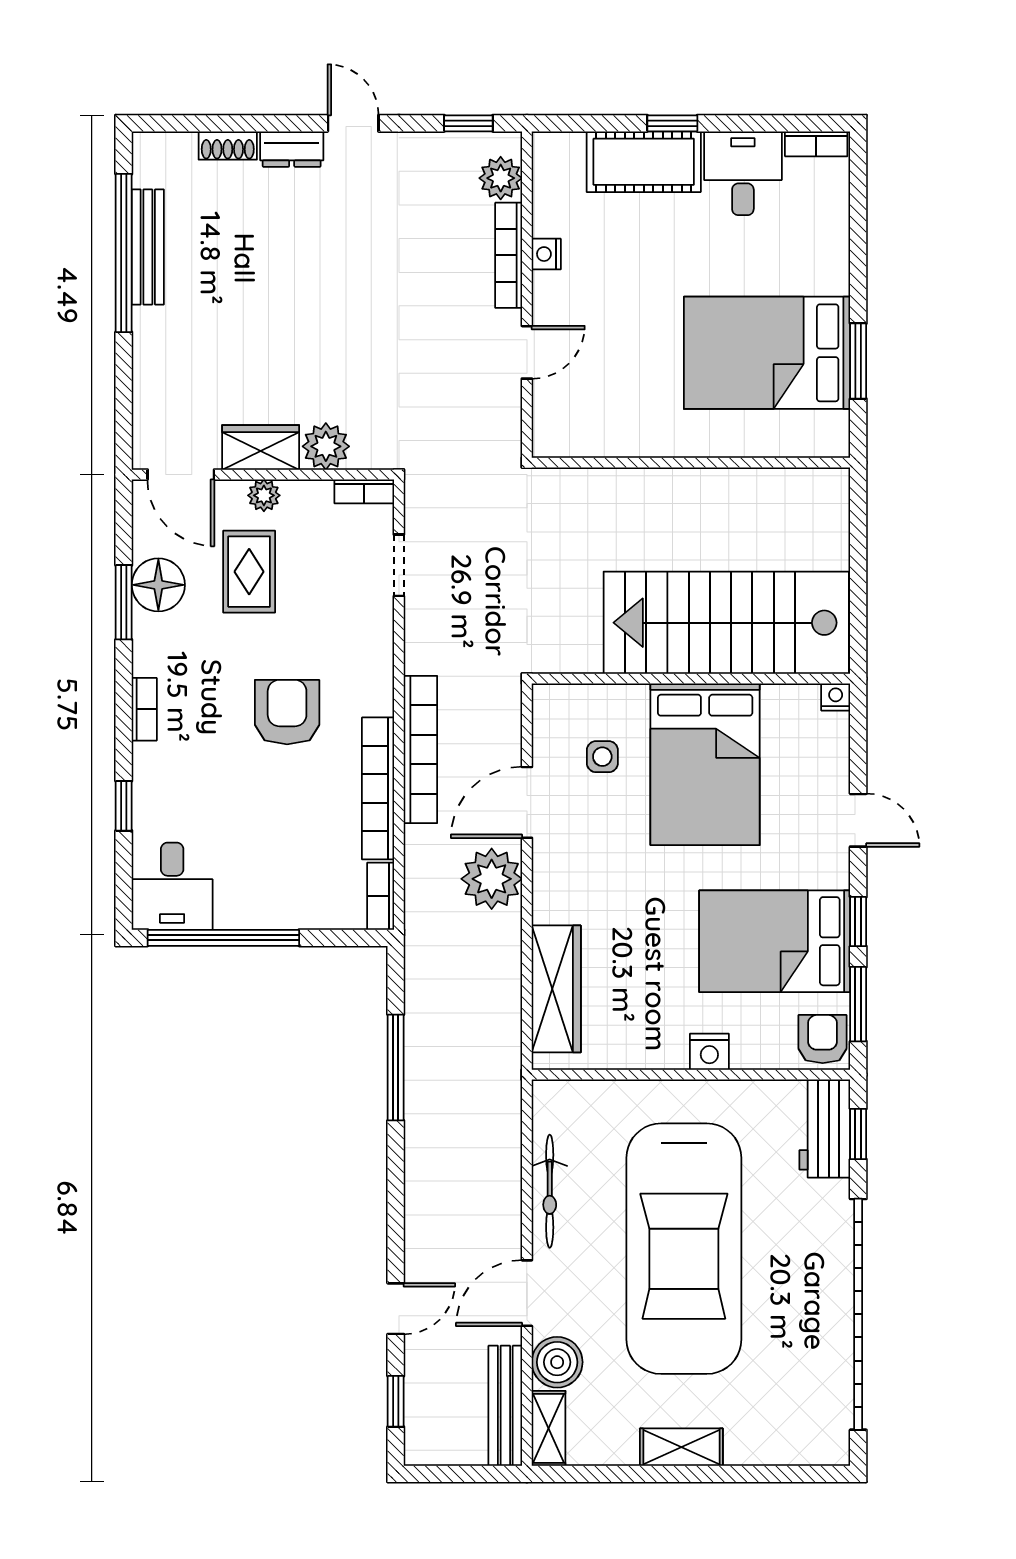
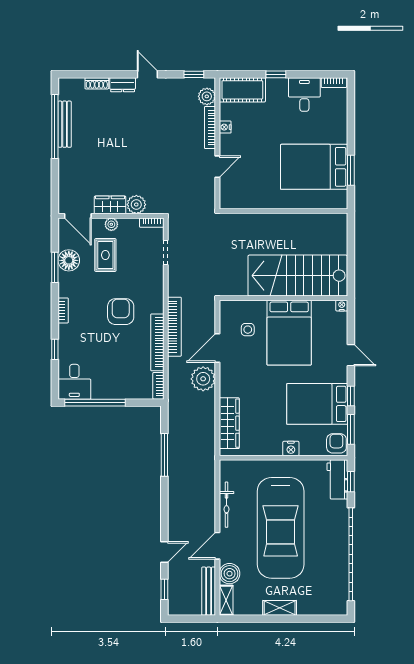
cot: (644, 162) -> (242, 90), moved

